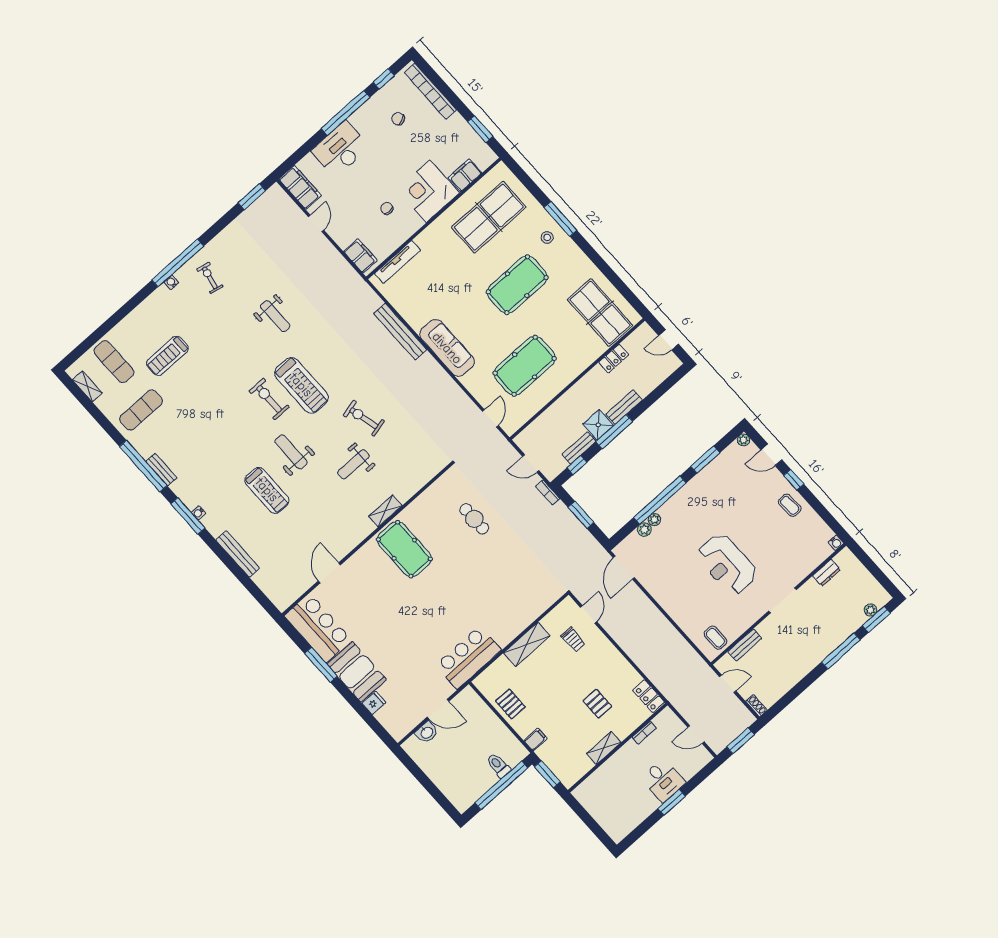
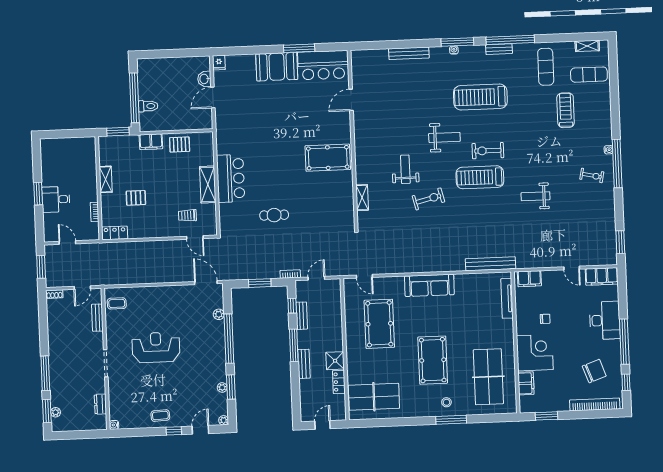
chair: (398, 119) -> (594, 371), width x1.87, depth x1.87
bench: (400, 332) -> (491, 264), moved
exercise bike: (269, 399) -> (488, 151), turned 180
shower: (598, 425) -> (335, 361), moved
treadmill: (267, 490) -> (480, 97), moved, width x1.37, depth x1.38
shelving: (385, 511) -> (362, 198), moved
cafe table: (474, 519) -> (274, 215), moved
plant: (654, 520) -> (222, 387), moved
door: (329, 573) -> (351, 100), swing flipped
bar counter: (468, 658) -> (231, 178), moved
fridge: (374, 703) -> (219, 63), moved
door: (696, 734) -> (67, 243), hinge flipped
filing cabinet: (535, 740) -> (151, 142), width x2.00

